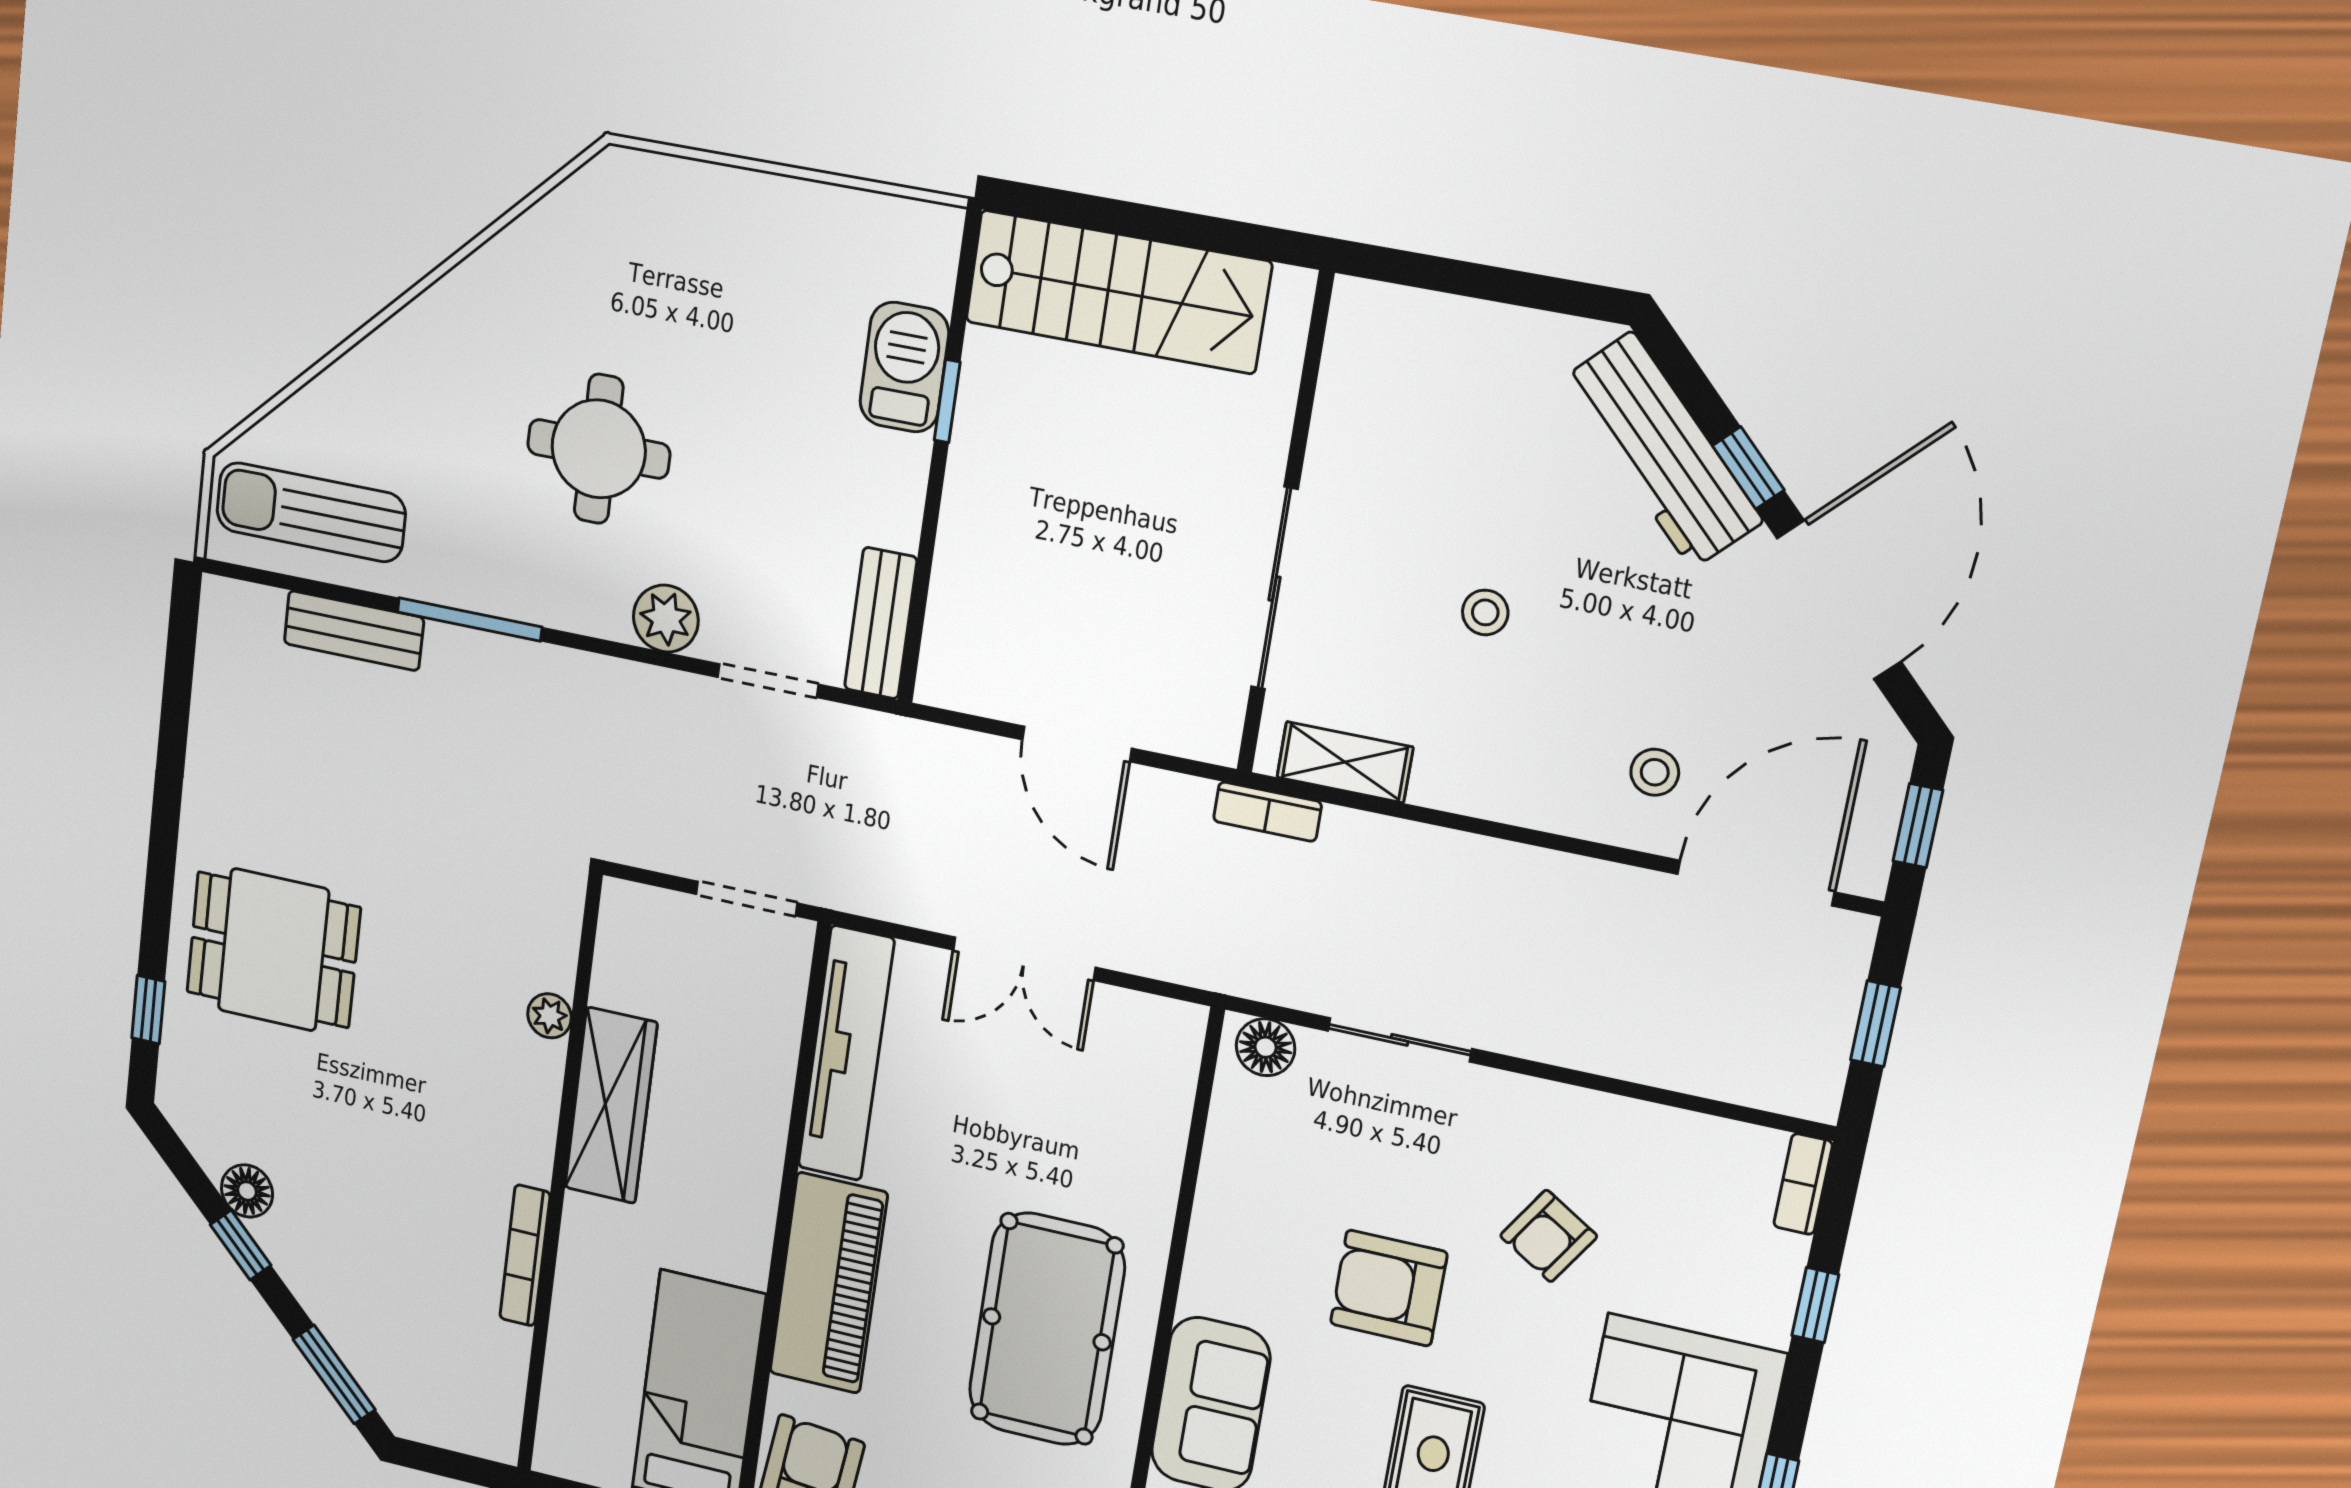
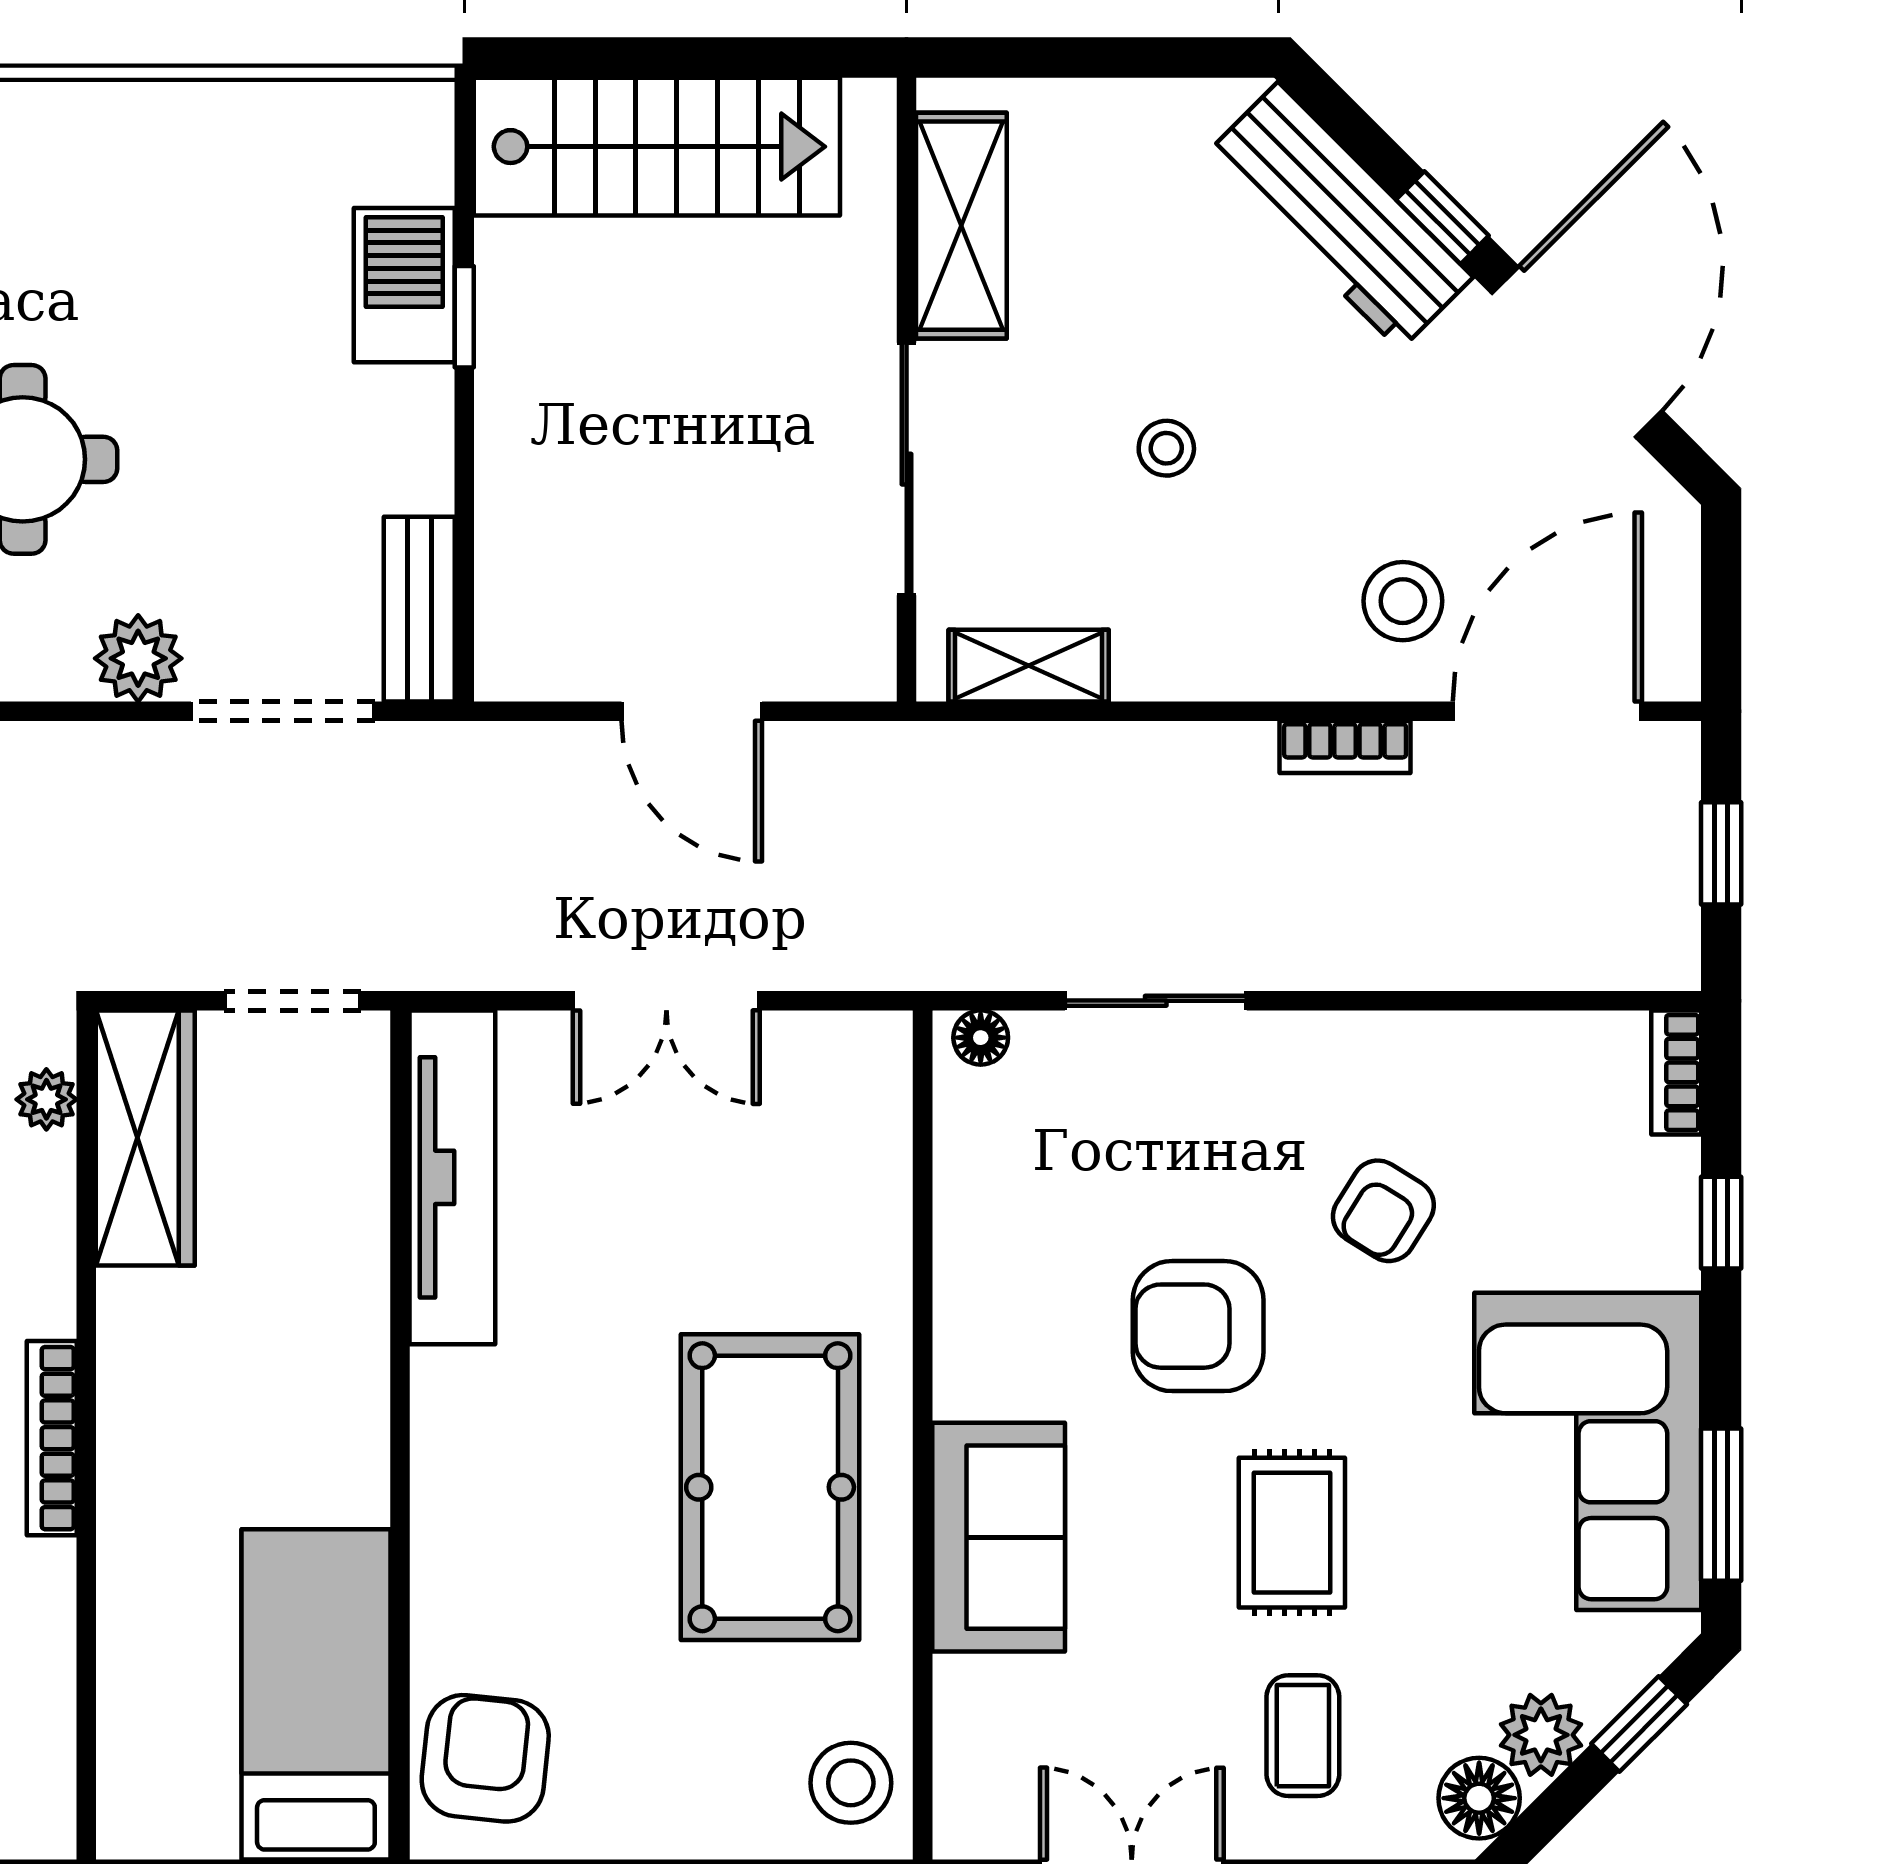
shelving: (1351, 401) -> (961, 226), added
doorway: (768, 681) -> (283, 711), width x1.38
stool: (1655, 772) -> (1403, 601), width x1.37, depth x1.37
bookcase: (1267, 812) -> (1345, 747), moved
window: (1918, 826) -> (1721, 602), removed
plant: (550, 1016) -> (46, 1099), moved
floor lamp: (1266, 1047) -> (981, 1038), width x0.73, depth x0.73
wardrobe: (611, 1105) -> (145, 1138), moved
bookcase: (525, 1256) -> (52, 1438), moved
piano: (828, 1283) -> (472, 1494), removed

